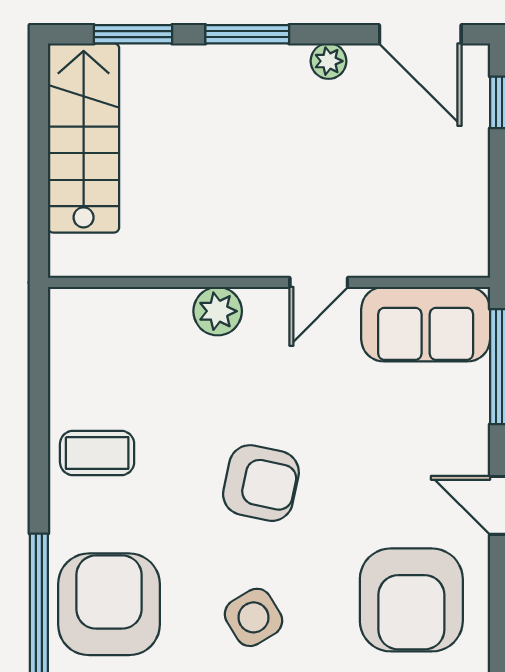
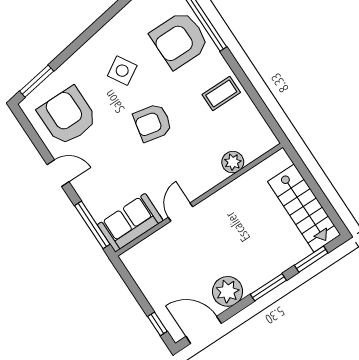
plant: (329, 61) -> (228, 291), width x1.88, depth x1.88
plant: (218, 311) -> (233, 162), moved
armchair: (109, 604) -> (180, 40), turned 90

